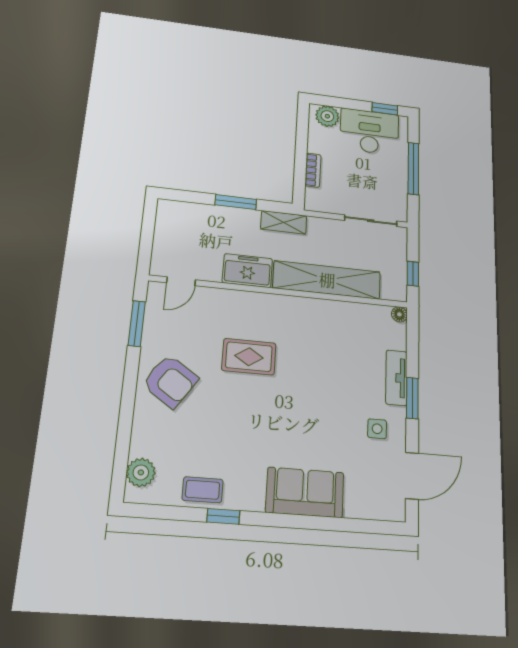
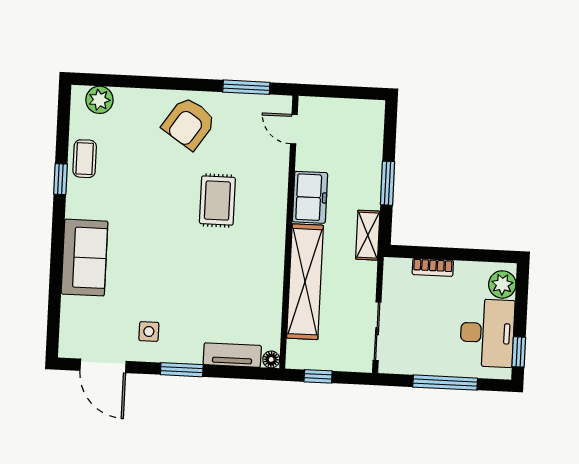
tv unit: (396, 378) -> (232, 355), moved

